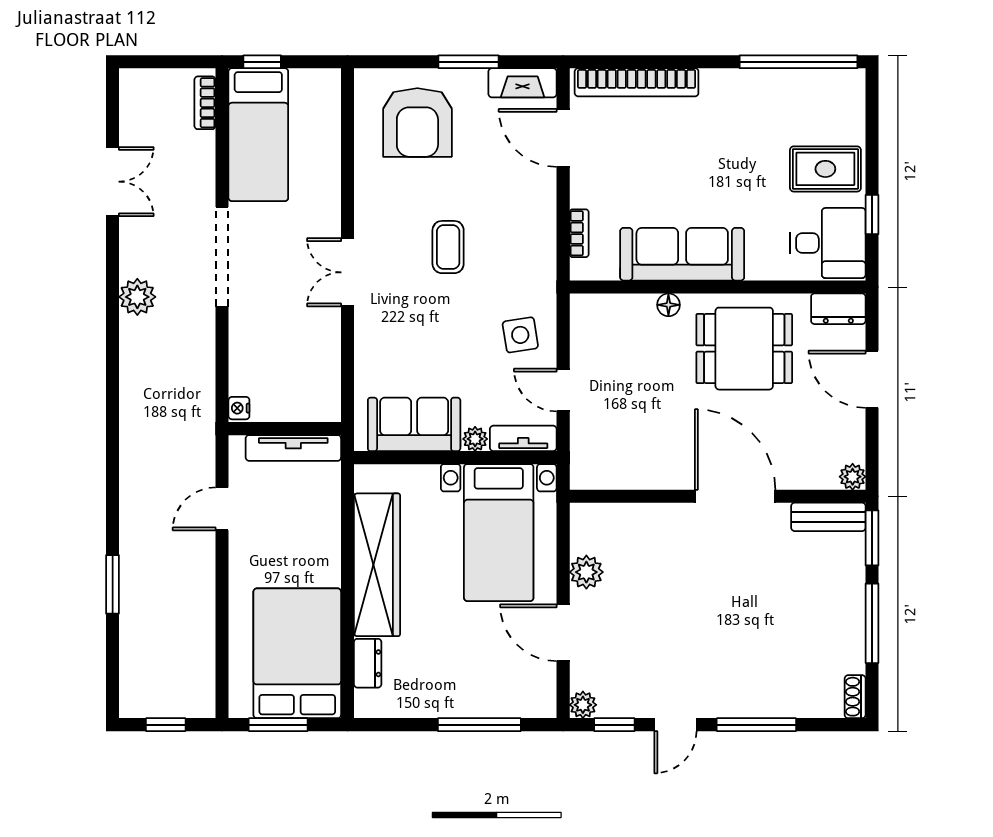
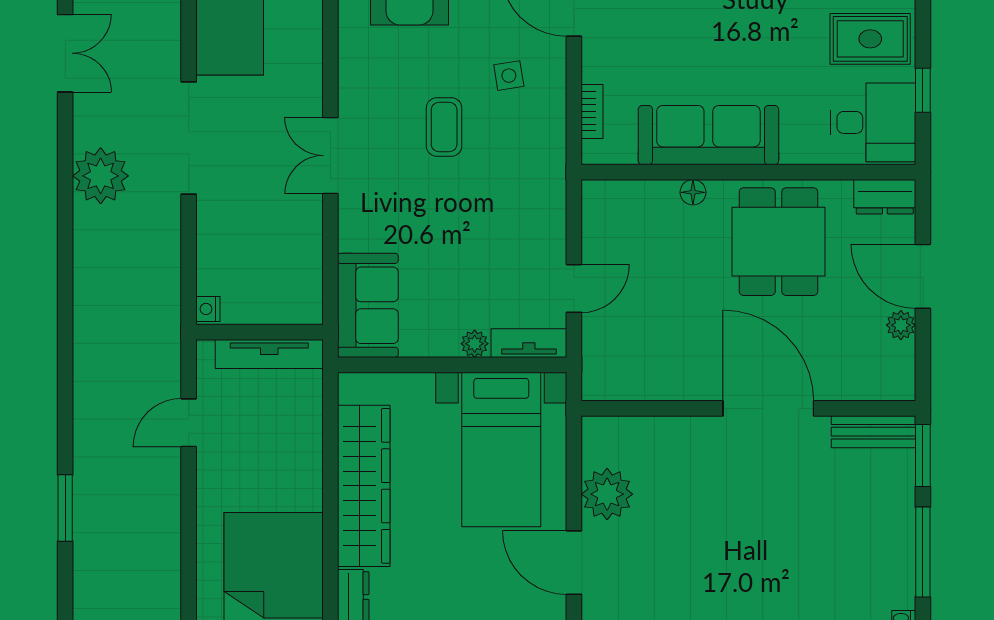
plant: (137, 297) -> (101, 176), width x1.36, depth x1.36
side table: (520, 335) -> (509, 76), moved, width x0.73, depth x0.73
dining table: (744, 349) -> (778, 242), turned 90
door: (563, 390) -> (574, 288), swing flipped
sofa: (414, 424) -> (368, 305), moved, turned 90
plant: (853, 477) -> (901, 325), moved
plant: (586, 572) -> (607, 494), width x1.36, depth x1.36

